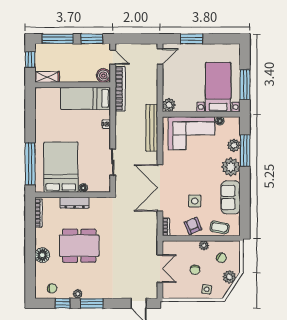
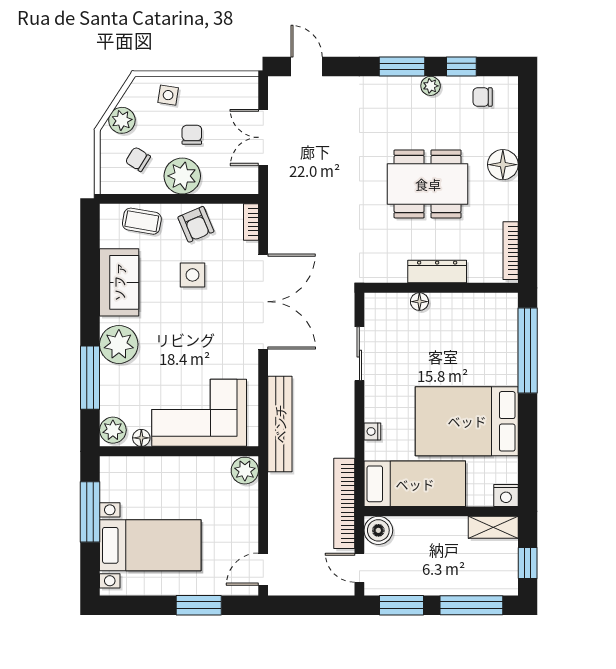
bed with nightstands: (218, 87) -> (150, 545), moved, turned -90
nightstand: (41, 93) -> (506, 495), added
plant: (234, 145) -> (113, 430), moved
bed: (61, 167) -> (467, 421), moved, turned 90
plant: (204, 245) -> (182, 176), width x1.88, depth x1.88

